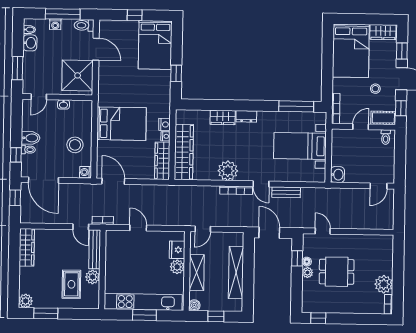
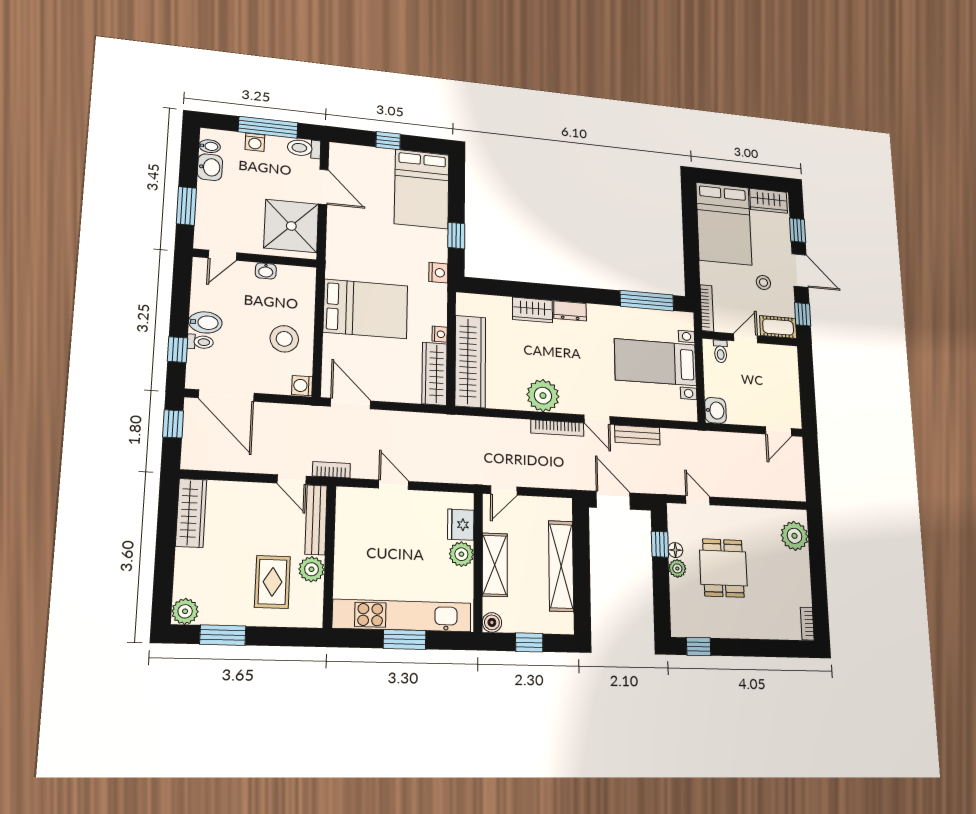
nightstand: (165, 124) -> (438, 273), moved
toilet: (386, 137) -> (721, 351), moved
dining table: (337, 272) -> (723, 568), turned 90
plant: (384, 284) -> (794, 536), moved

